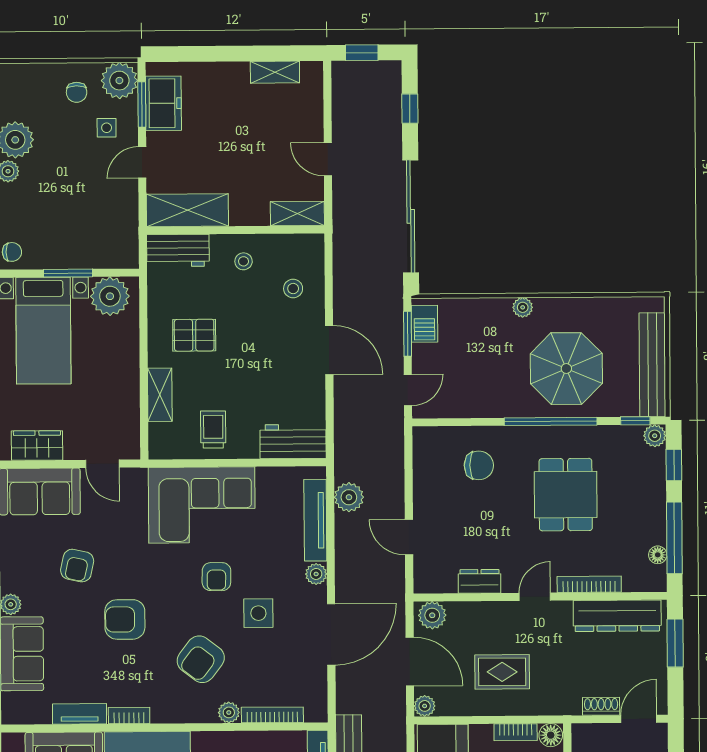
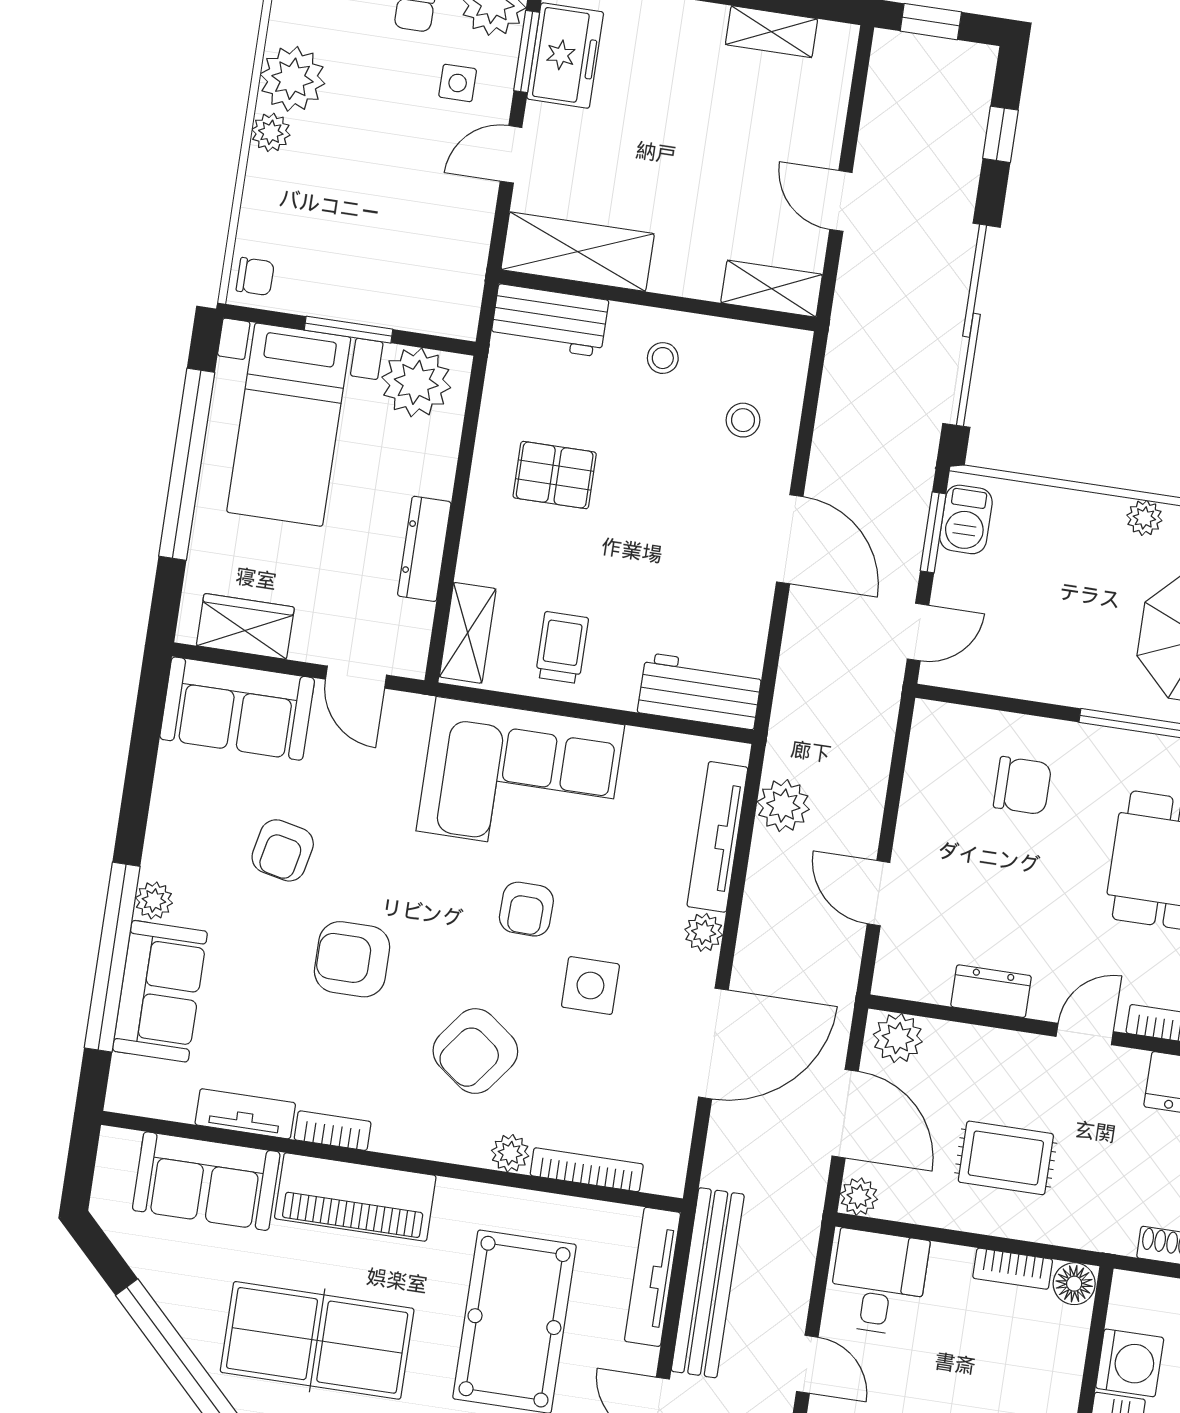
dresser: (129, 387) -> (424, 549), added
shelving: (160, 395) -> (468, 633), moved

